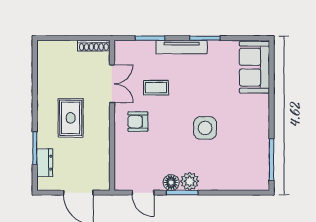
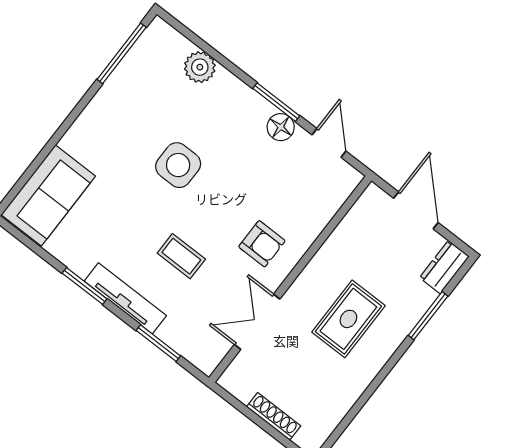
shoe rack: (94, 46) -> (274, 416), moved
coffee table: (156, 88) -> (181, 256), moved
dresser: (45, 163) -> (444, 267), moved
plant: (190, 181) -> (200, 67), moved

